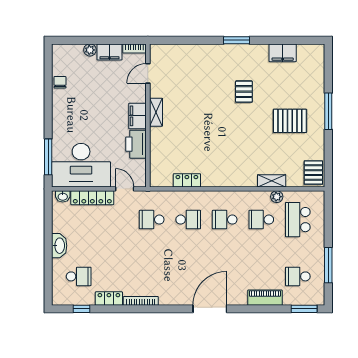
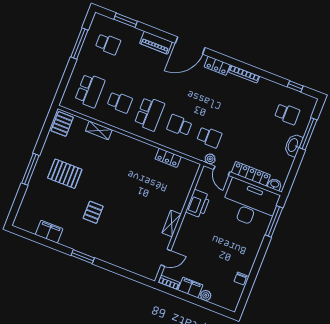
filing cabinet: (138, 116) -> (188, 226), removed
plant: (277, 197) -> (210, 159), moved
school desk: (225, 220) -> (150, 114), width x1.85
window: (48, 264) -> (308, 134), added
school desk: (79, 276) -> (287, 114), turned 180
locker: (109, 298) -> (217, 66), moved
piano: (265, 298) -> (156, 43), moved
window: (304, 309) -> (126, 20), moved

